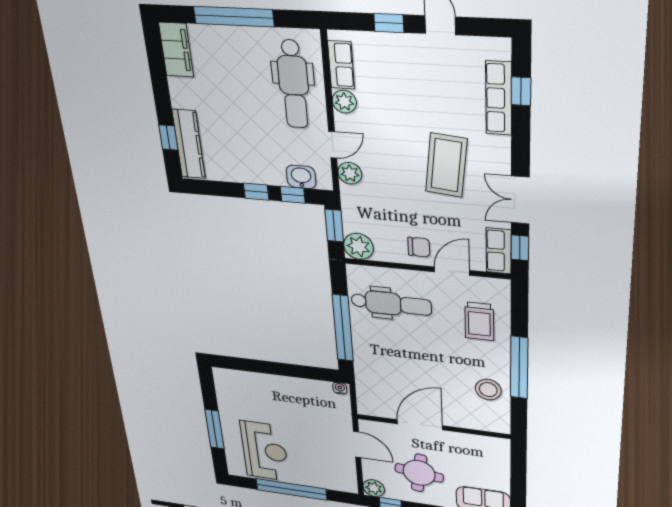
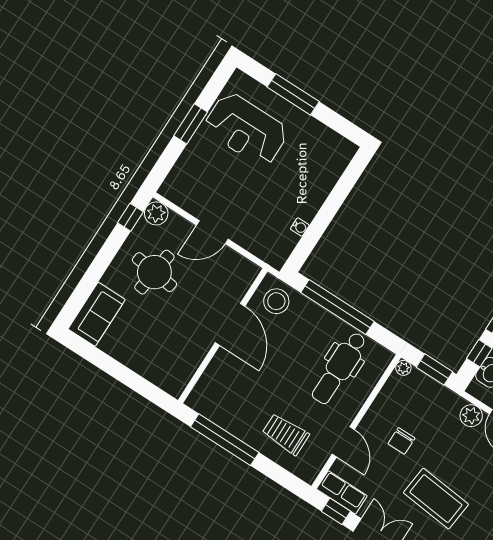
plant: (358, 246) -> (403, 368), width x0.53, depth x0.53
chair: (419, 247) -> (401, 441), moved
water cooler: (340, 388) -> (300, 227), moved
stool: (488, 390) -> (276, 301), moved
door: (420, 425) -> (230, 324), moved
wall: (433, 426) -> (223, 336), moved
window: (291, 489) -> (191, 124), width x0.47

